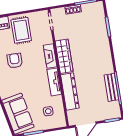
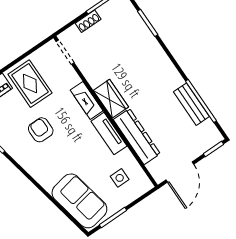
wardrobe: (64, 56) -> (111, 99), width x0.67

